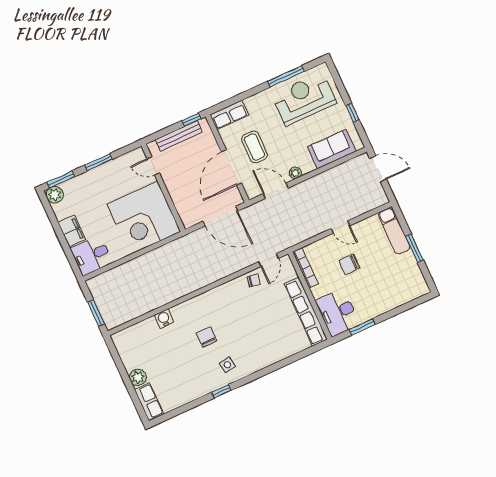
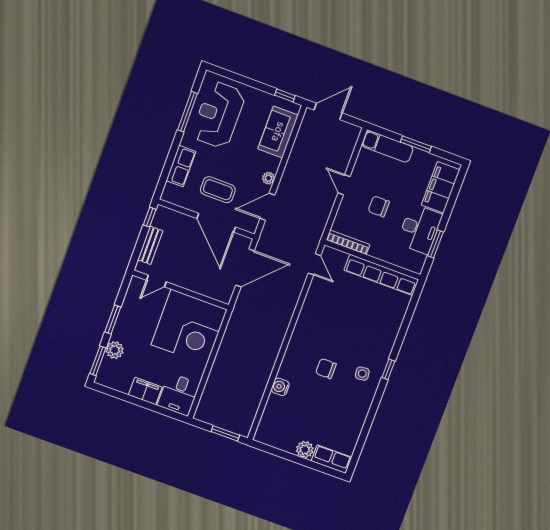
window: (352, 113) -> (285, 95), moved
row of seats: (229, 115) -> (181, 166), moved
bench: (179, 136) -> (150, 245), width x0.73
plant: (55, 195) -> (115, 350), moved
door: (341, 227) -> (344, 185), swing flipped
chair: (349, 264) -> (379, 206), turned 90
chair: (254, 281) -> (319, 291), removed
filing cabinet: (402, 293) -> (441, 187), added
desk: (338, 313) -> (420, 229), moved, turned -90
window: (221, 391) -> (388, 369), moved

